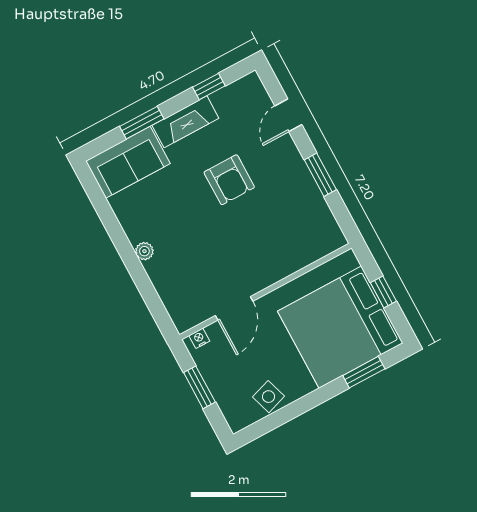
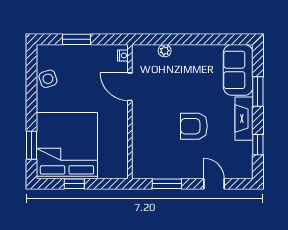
plant: (144, 251) -> (165, 51), moved
wall: (265, 291) -> (130, 112), moved
door: (234, 308) -> (130, 87), moved
nightstand: (199, 338) -> (123, 55), moved

